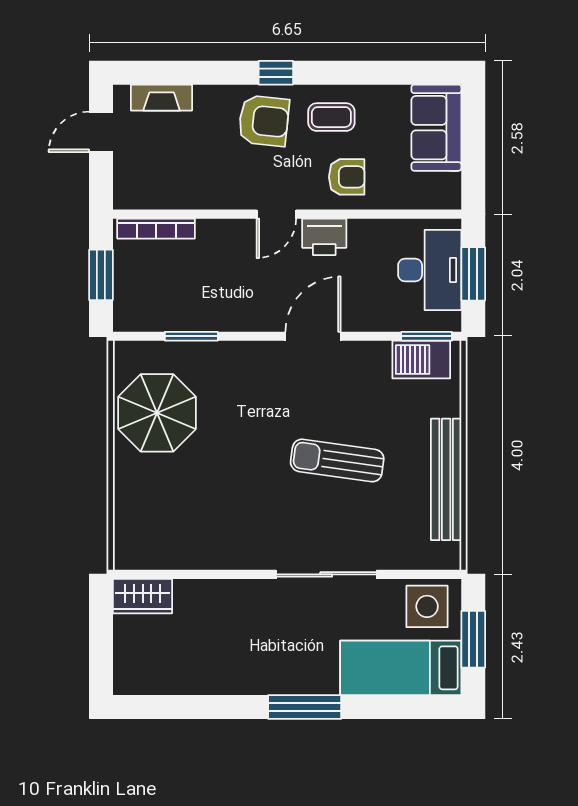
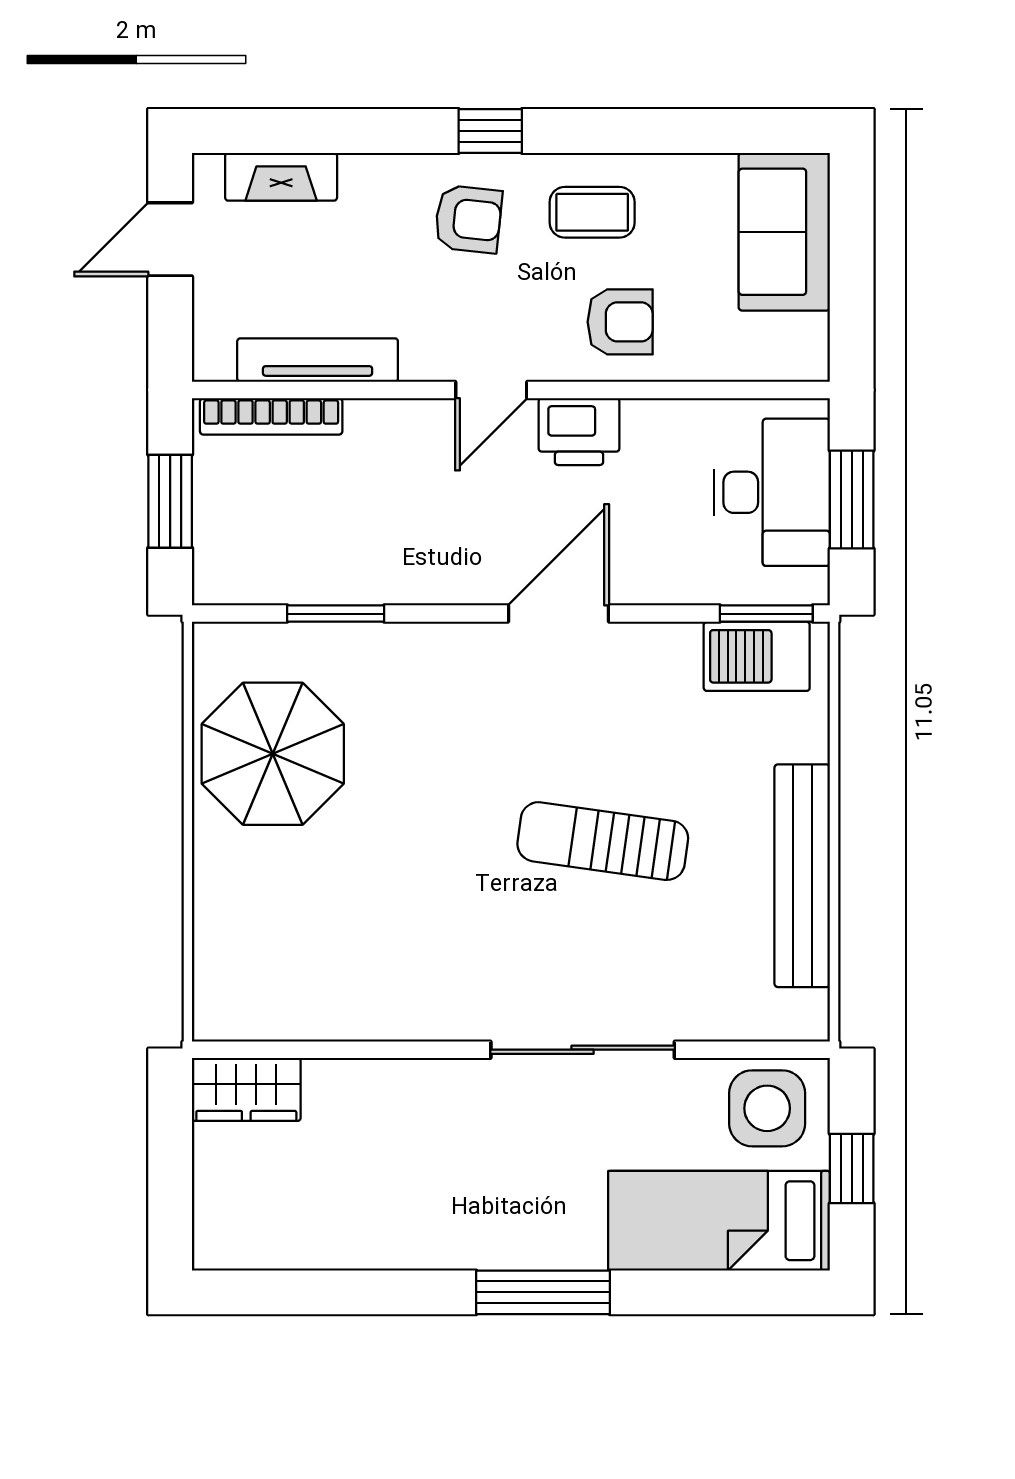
armchair: (264, 121) -> (468, 219), width x0.72, depth x0.72
tv unit: (181, 198) -> (318, 360), added
window: (473, 639) -> (852, 1168), width x0.67

